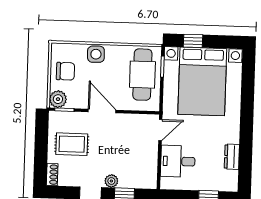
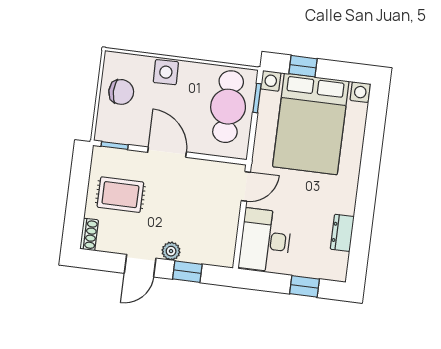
plant: (58, 99) -> (107, 130), removed
desk: (178, 161) -> (265, 240), width x1.37

